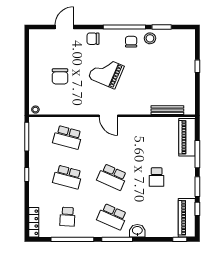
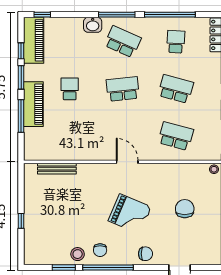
piano: (187, 137) -> (33, 104), moved
school desk: (112, 177) -> (123, 89), turned -30

